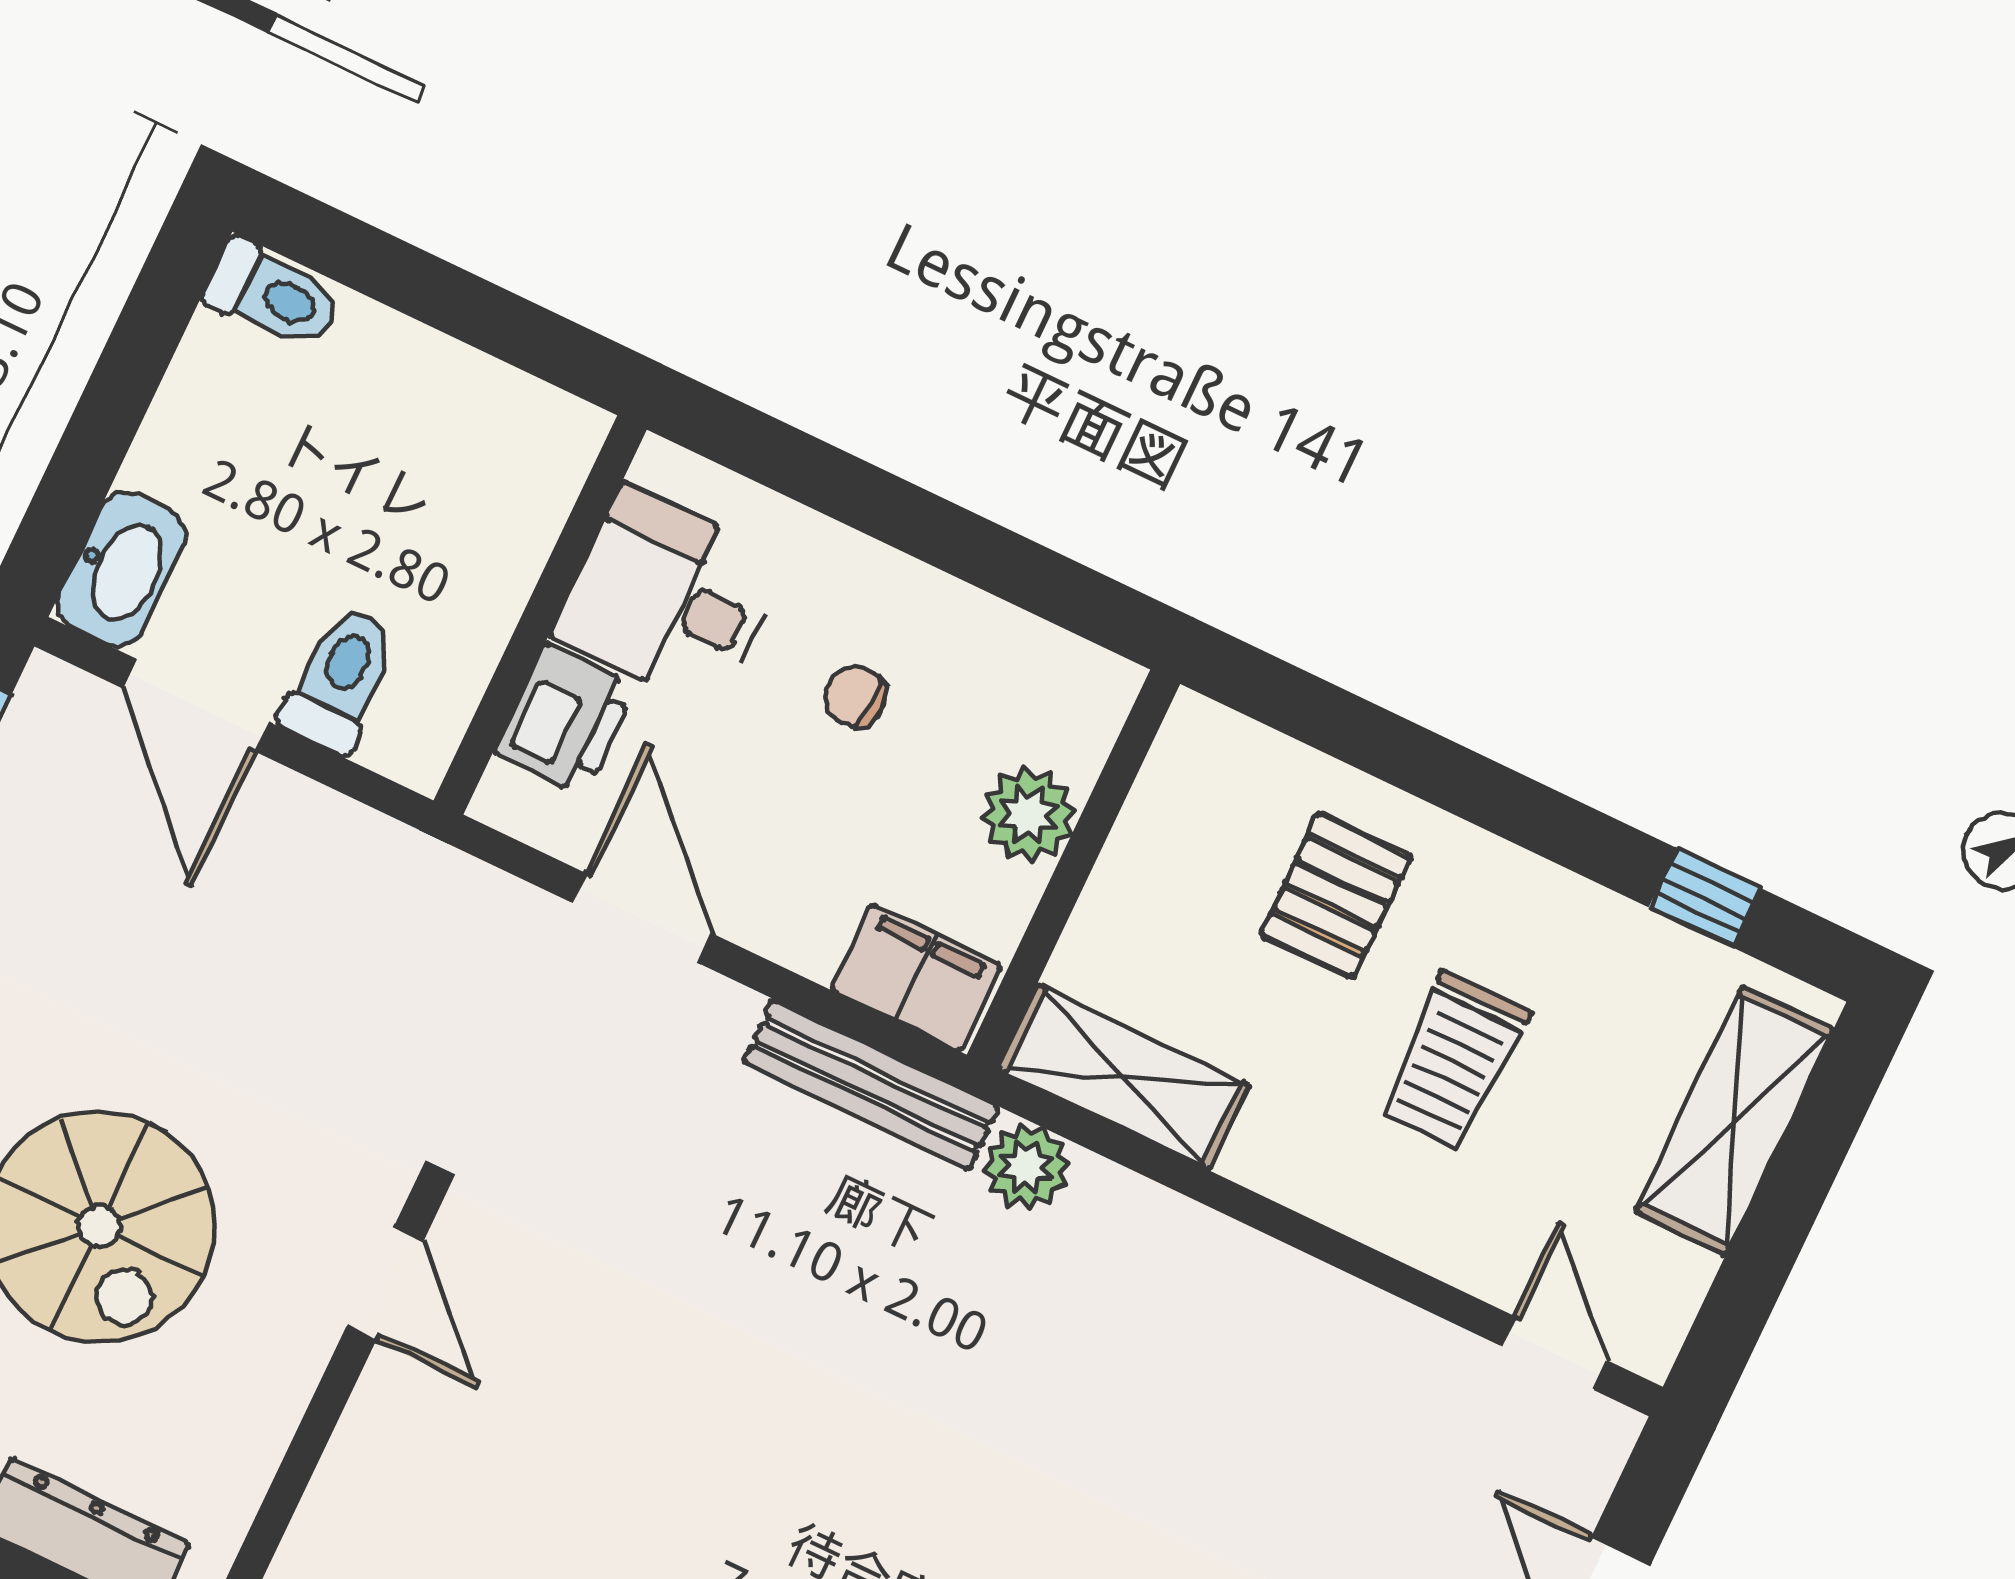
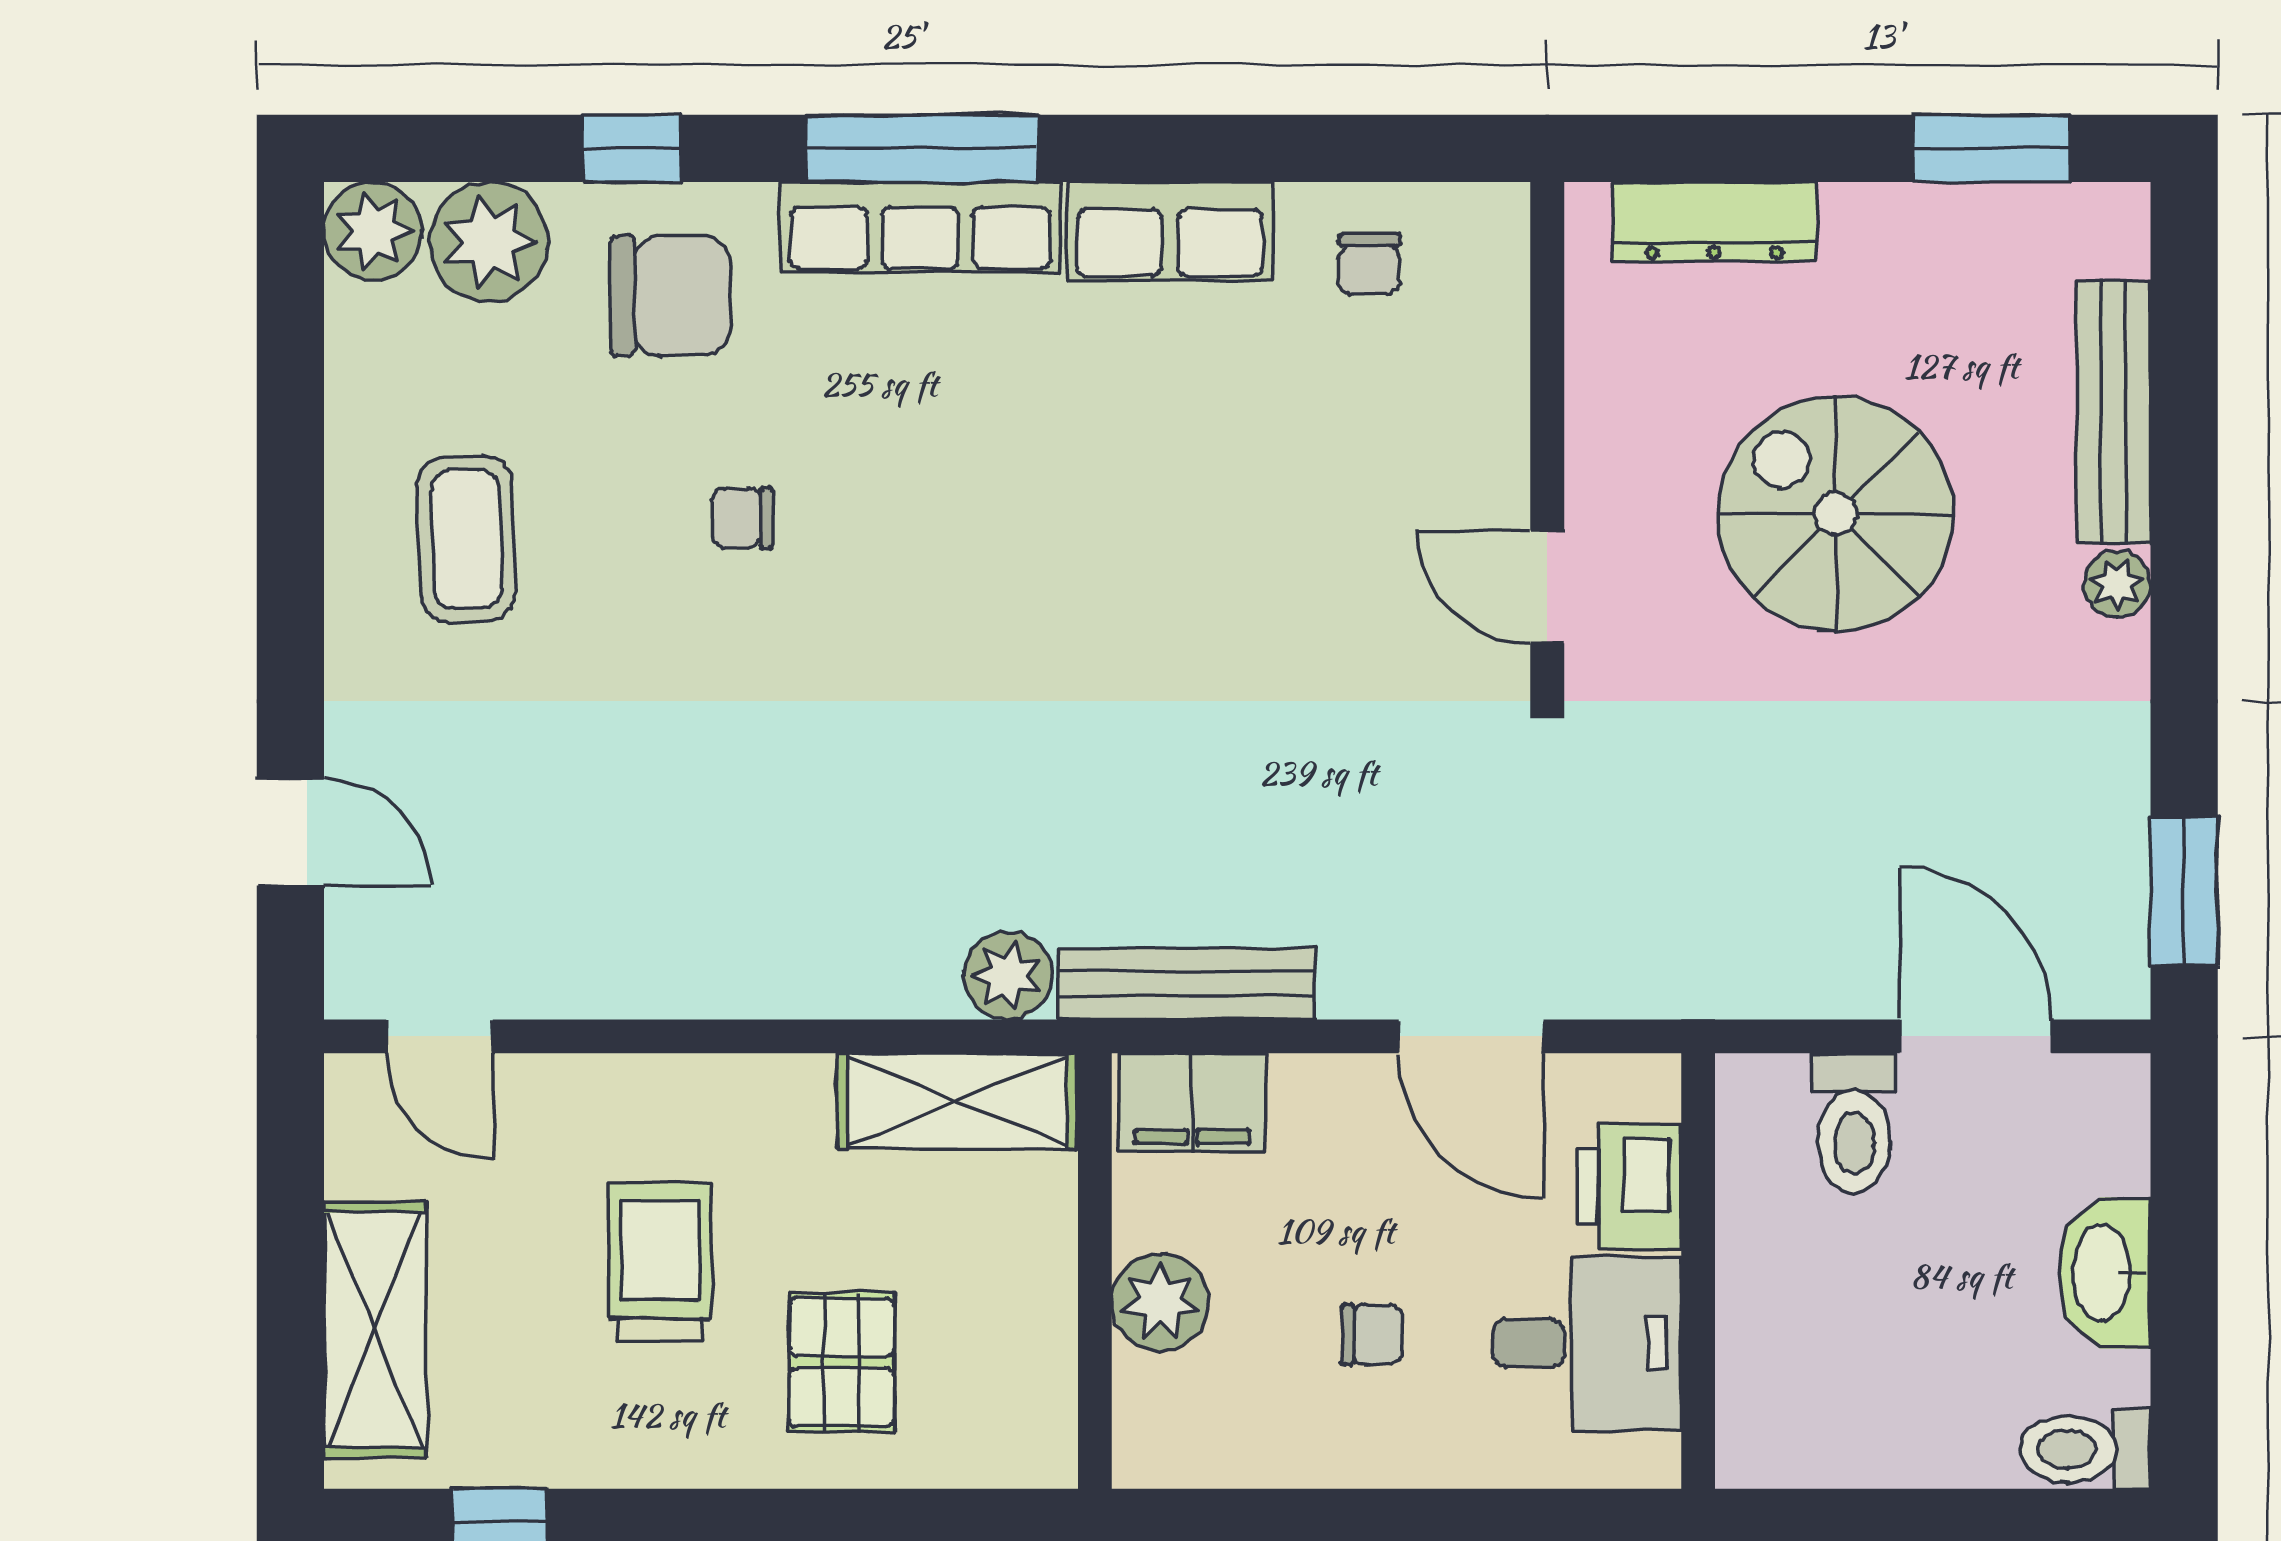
washbasin: (121, 570) -> (2104, 1273), moved

